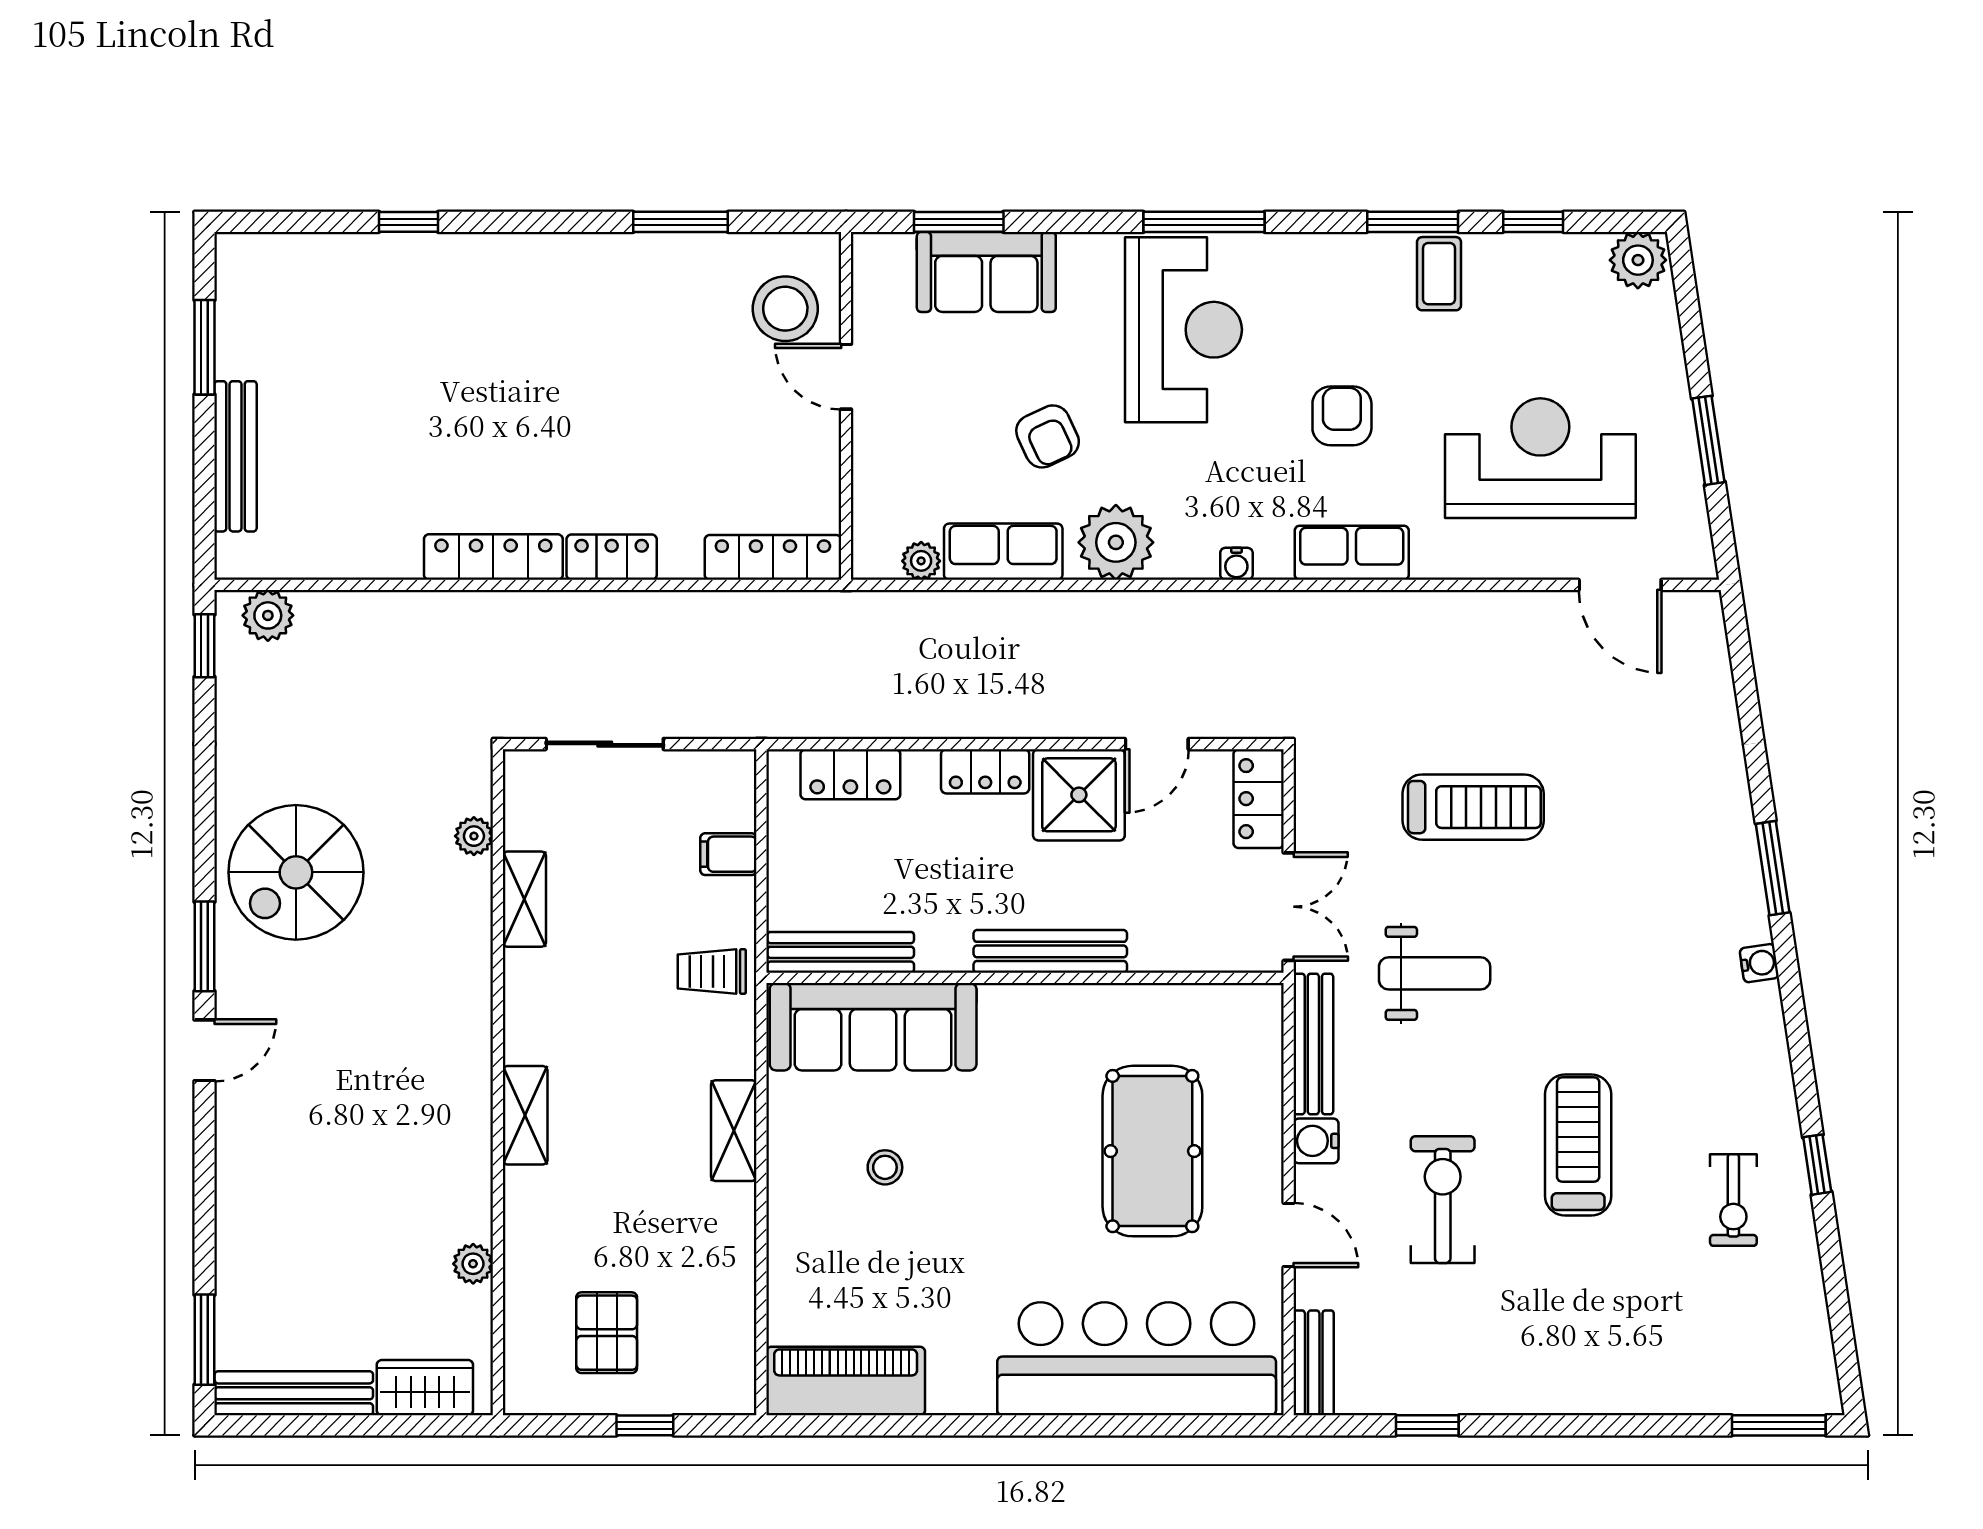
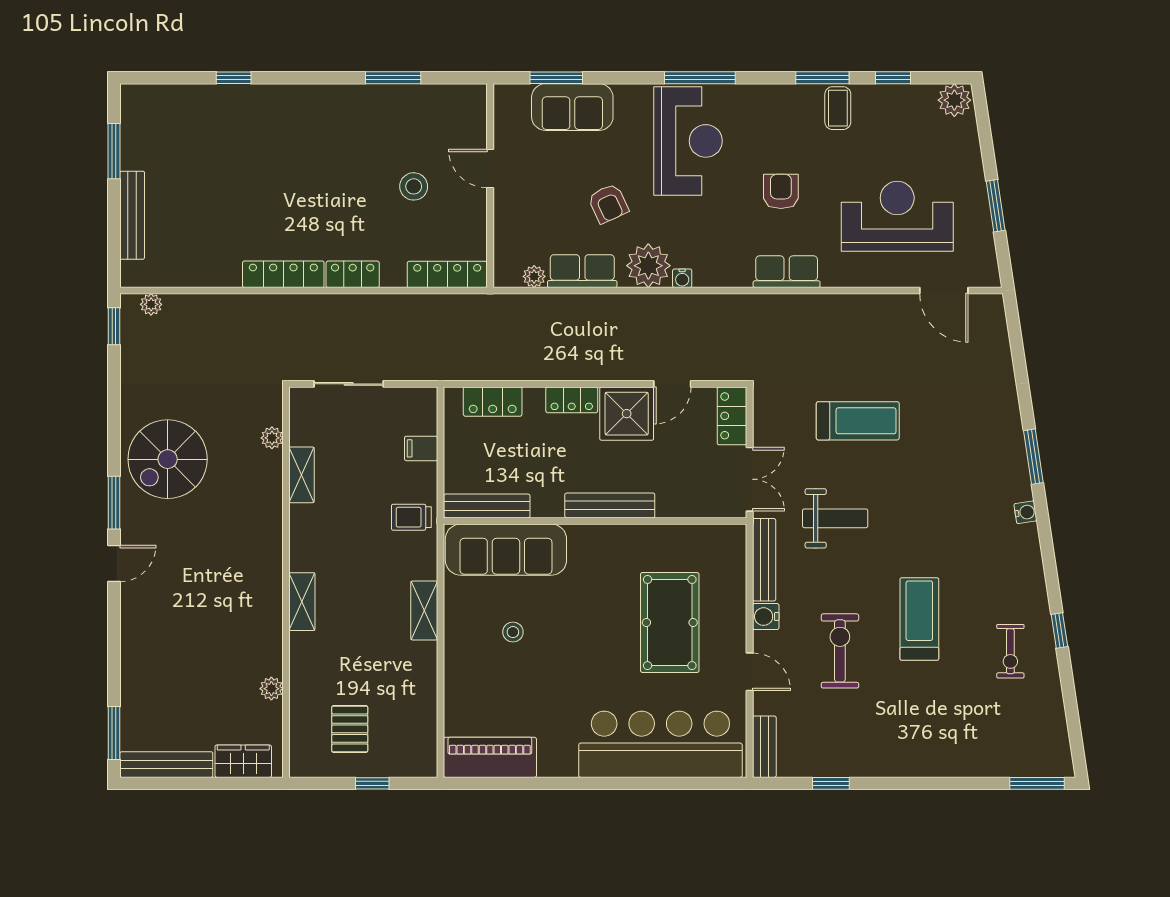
stool: (785, 309) -> (414, 186), moved, width x0.73, depth x0.73
water cooler: (1236, 564) -> (682, 278), moved
plant: (268, 615) -> (151, 304), width x0.73, depth x0.73

